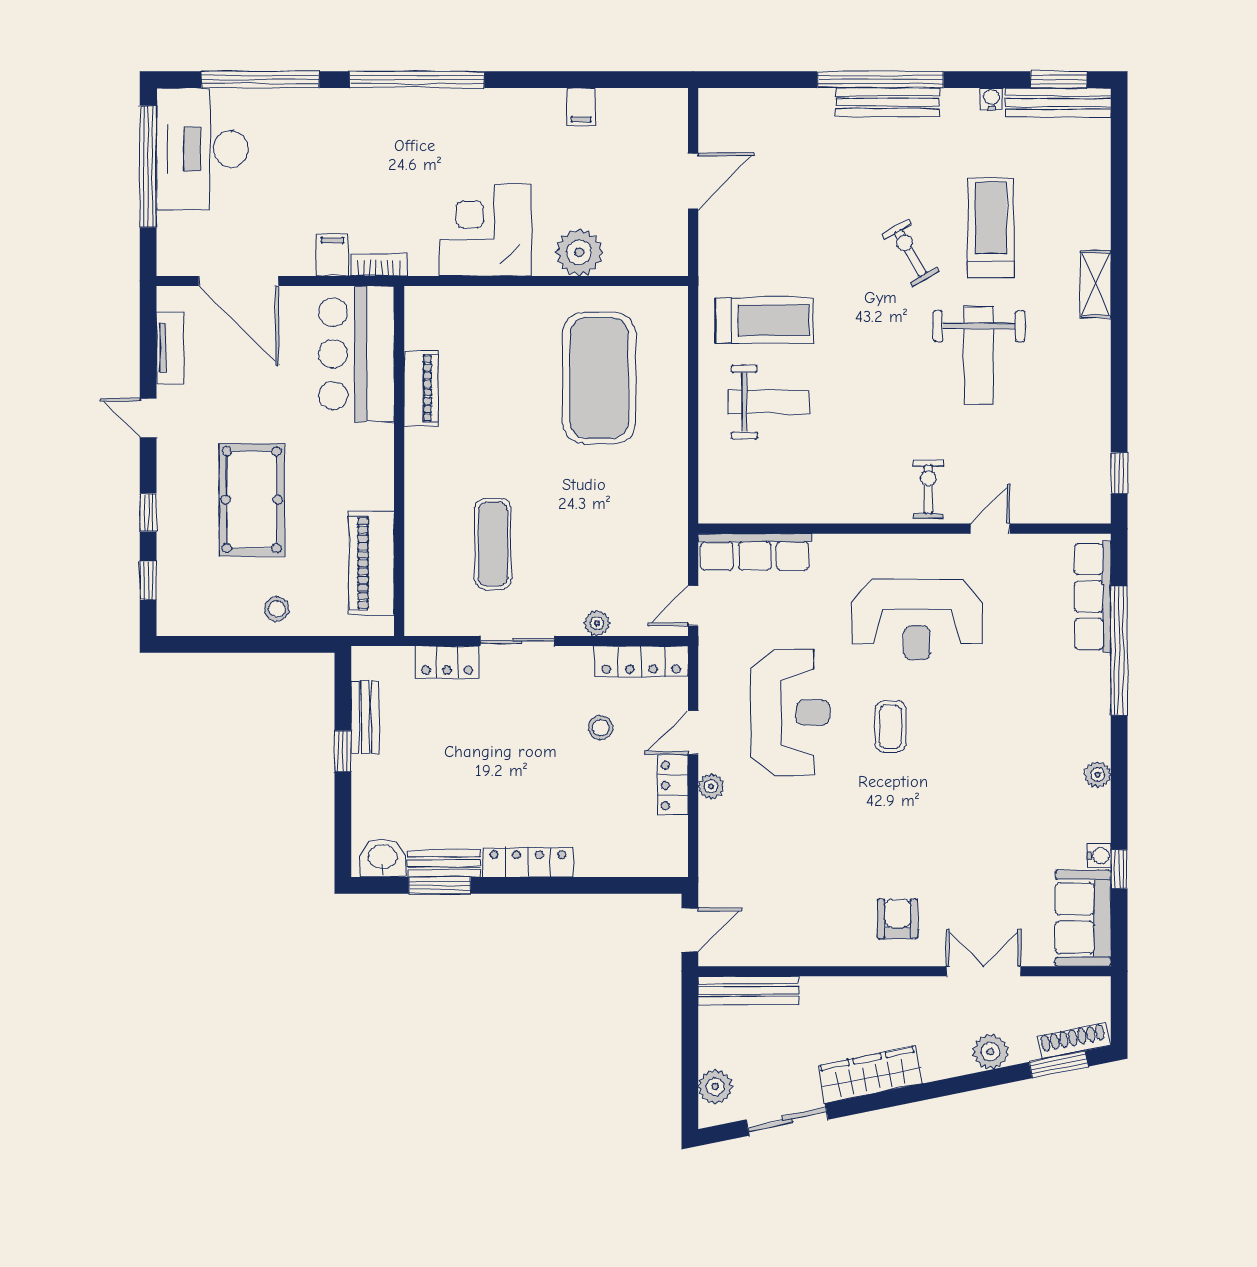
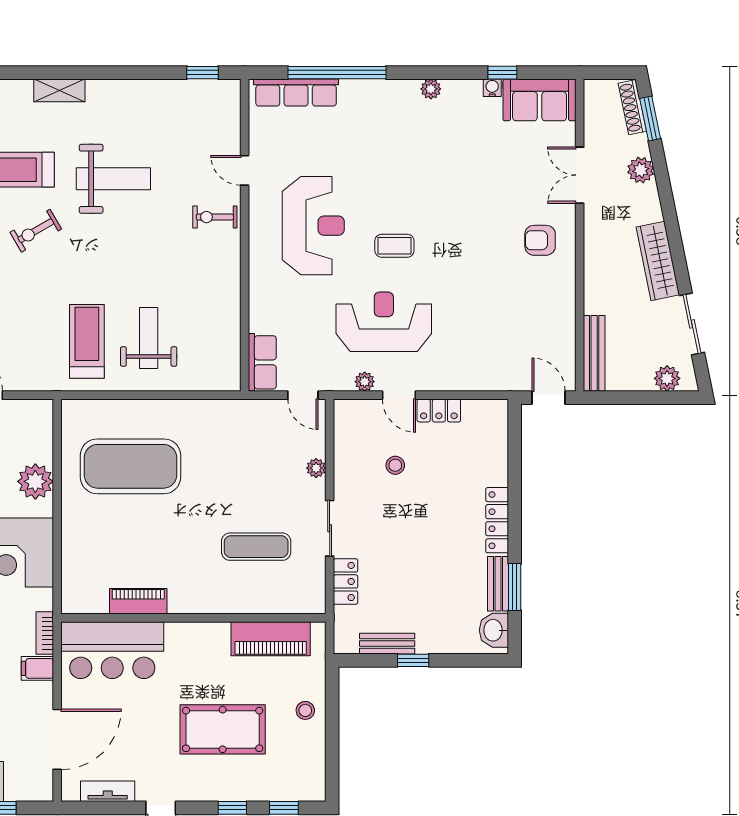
row of seats: (755, 552) -> (262, 362), width x0.68
locker: (641, 661) -> (345, 434), removed
plant: (711, 786) -> (365, 382), moved

